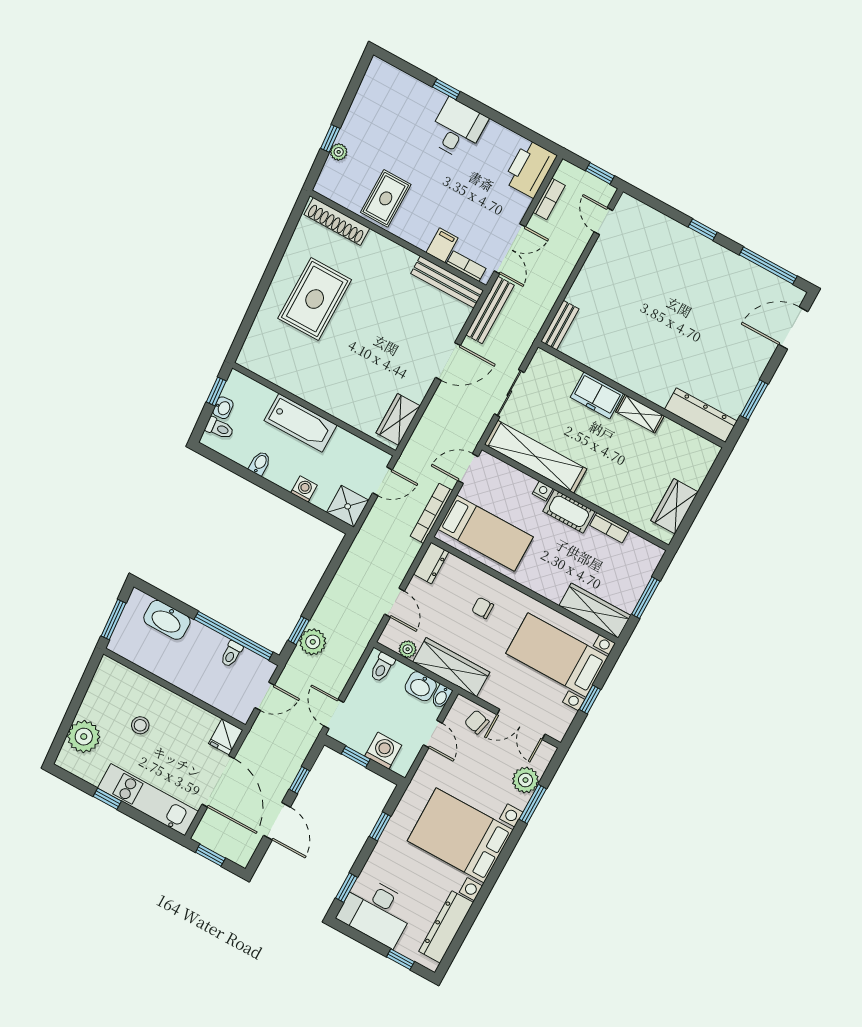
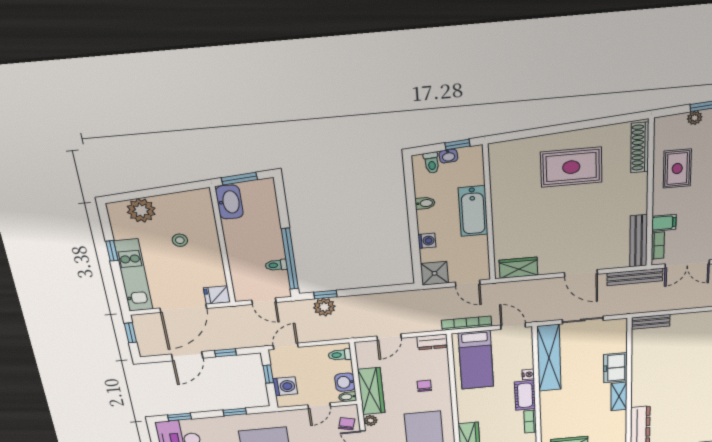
rug: (386, 198) -> (677, 169), turned 90
washbasin: (167, 620) -> (229, 202), moved, turned 180
plant: (408, 649) -> (371, 420), moved

